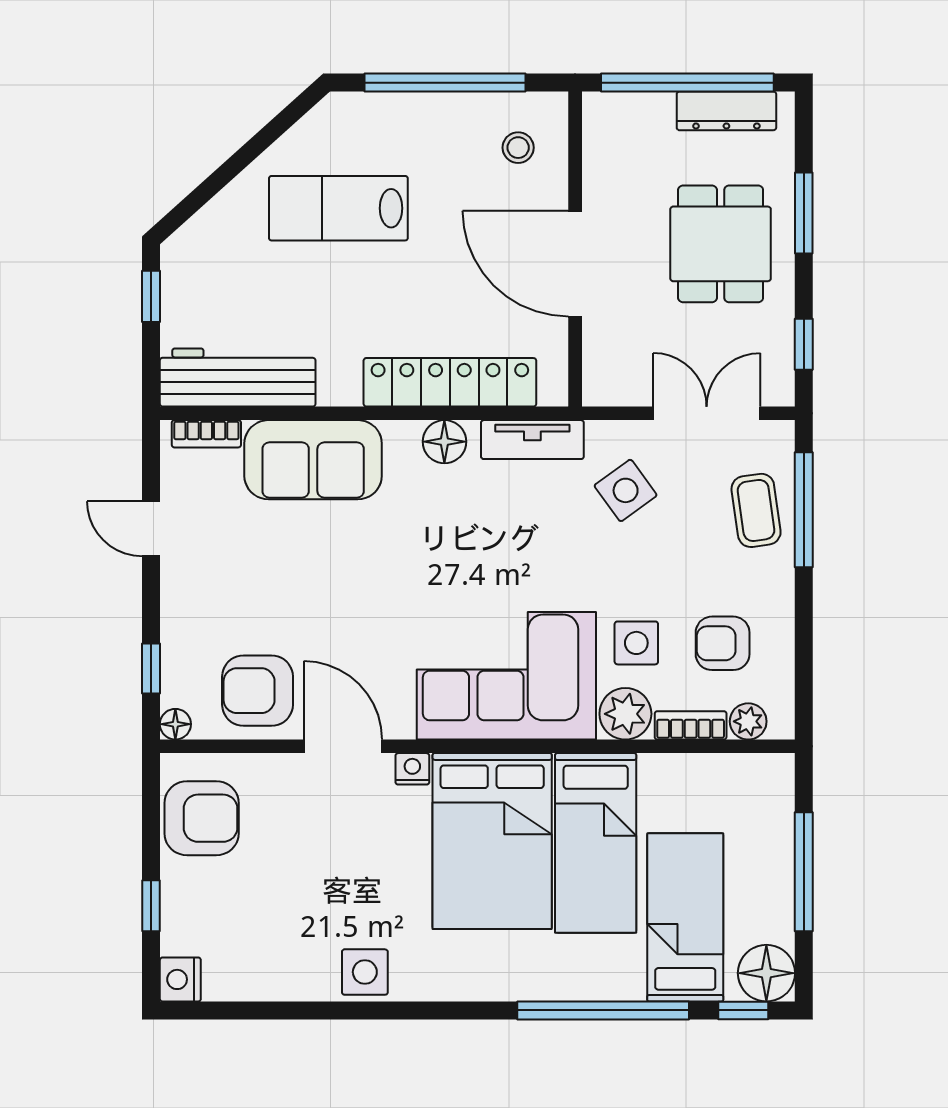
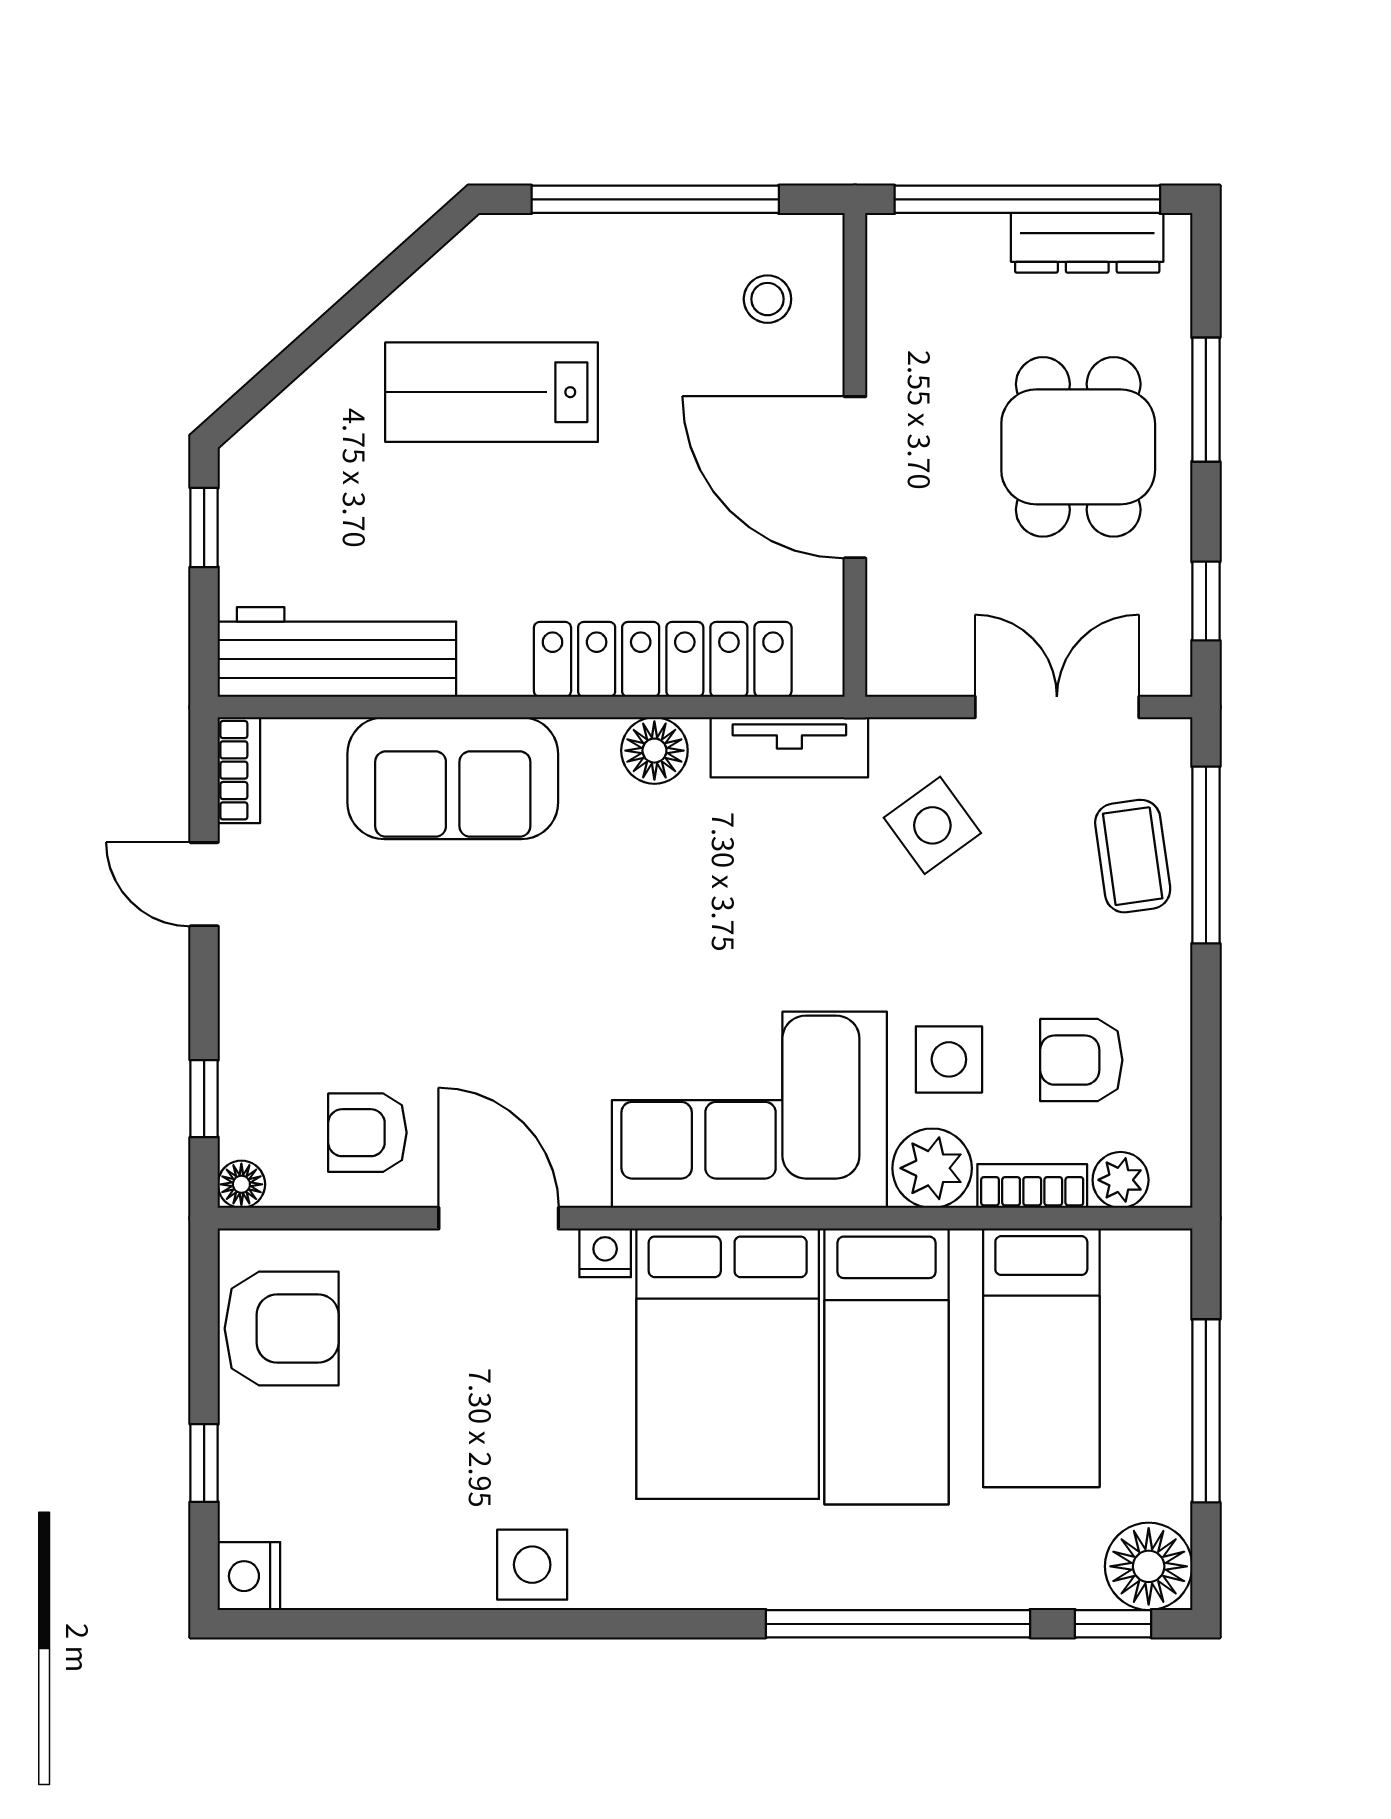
bookcase: (206, 434) -> (239, 770), moved, turned -90
armchair: (258, 691) -> (367, 1133), width x0.72, depth x0.72
bed: (685, 917) -> (1041, 1358), moved, turned 180

